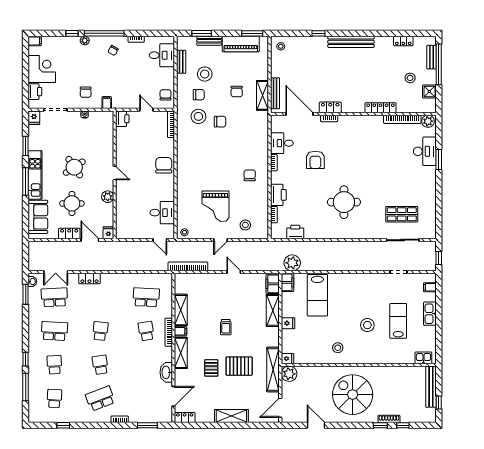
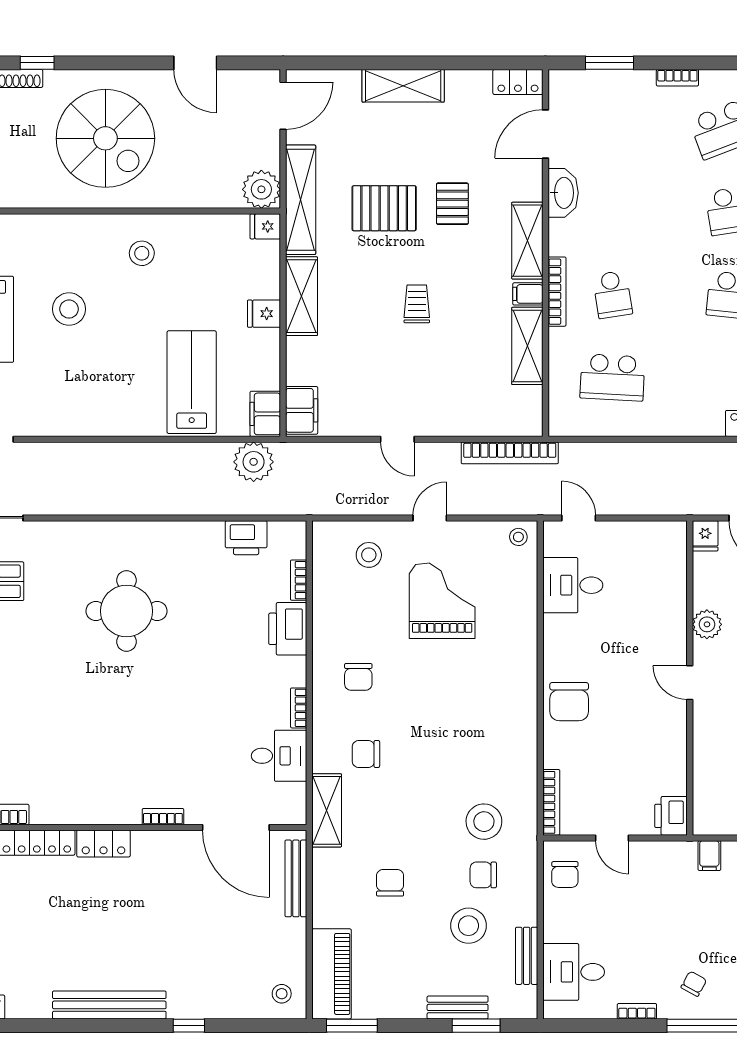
piano: (241, 44) -> (332, 974), moved, turned 90
shelving: (262, 95) -> (327, 810), moved
locker: (330, 107) -> (103, 844), moved
chair: (220, 122) -> (366, 754), moved
armchair: (315, 160) -> (197, 715), removed
shelving: (273, 310) -> (302, 296), moved

